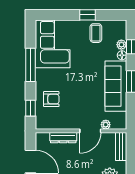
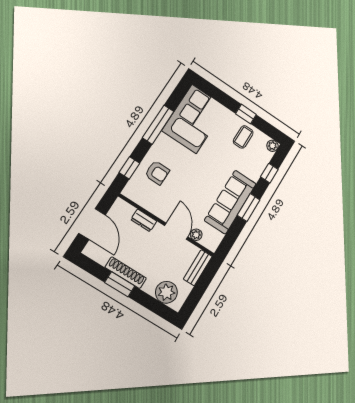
plant: (121, 45) -> (272, 146), moved
floor lamp: (122, 55) -> (255, 175), removed
door: (90, 131) -> (176, 231), swing flipped
dresser: (63, 138) -> (144, 220), width x0.70

